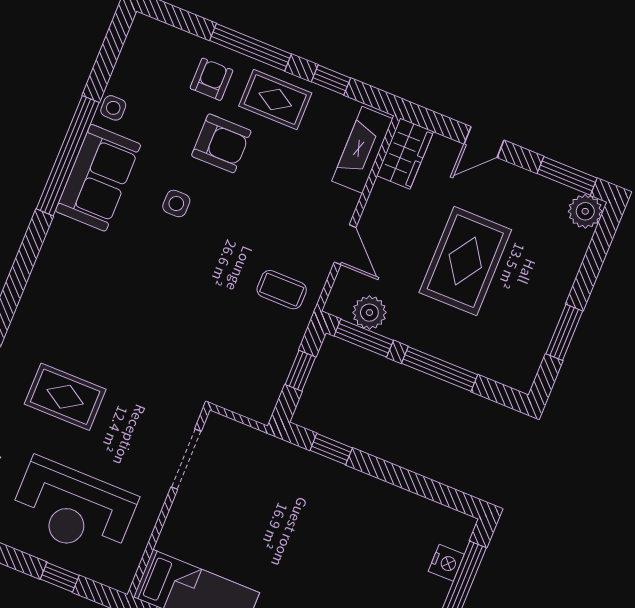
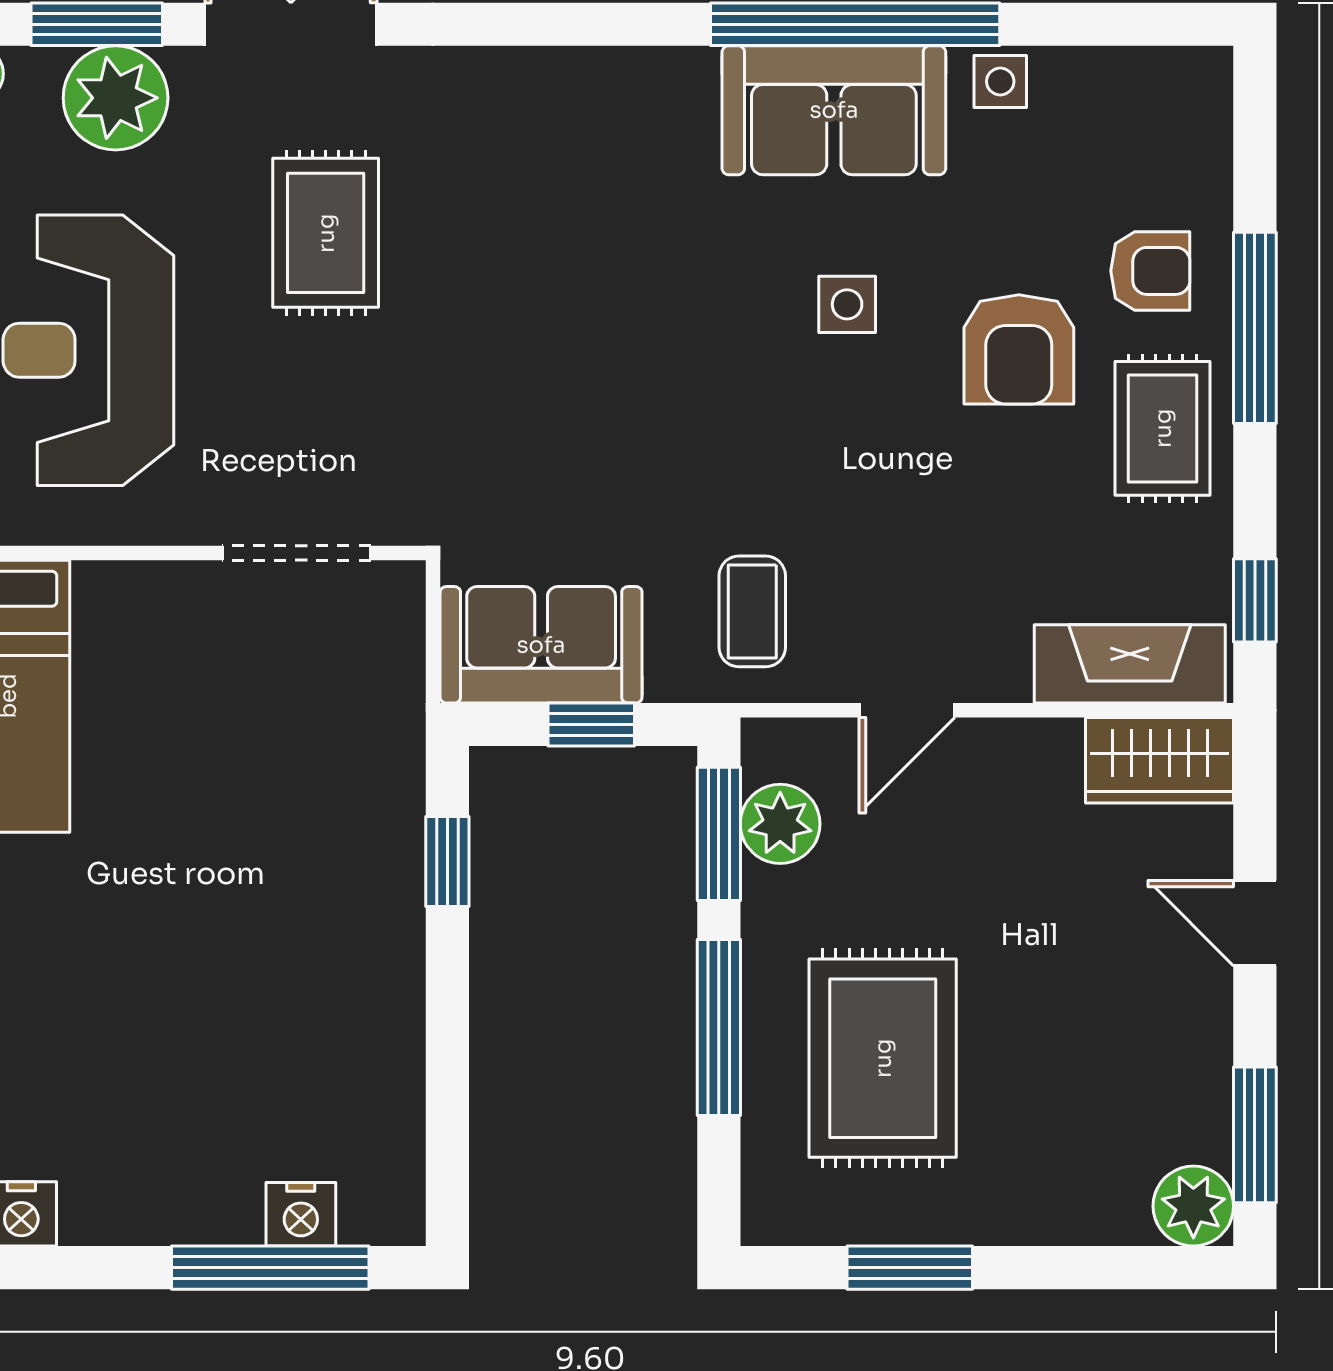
window: (331, 80) -> (1255, 600), moved
rug: (465, 261) -> (883, 1058), moved, turned 90
sofa: (261, 378) -> (541, 645), added

